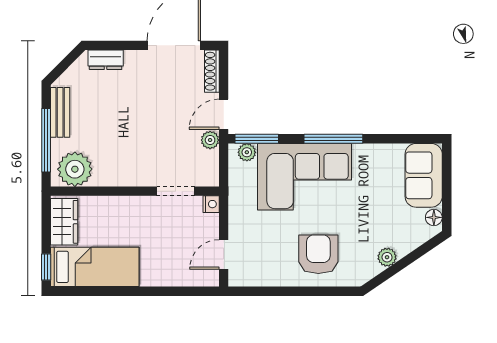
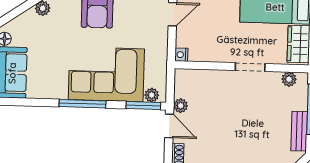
door: (224, 114) -> (169, 126), hinge flipped
plant: (75, 169) -> (289, 79), width x0.53, depth x0.53
doorway: (176, 191) -> (250, 67), moved

